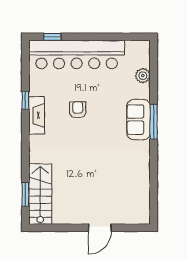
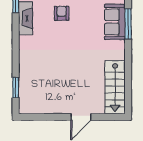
stairs: (40, 194) -> (115, 87), moved, turned 180

